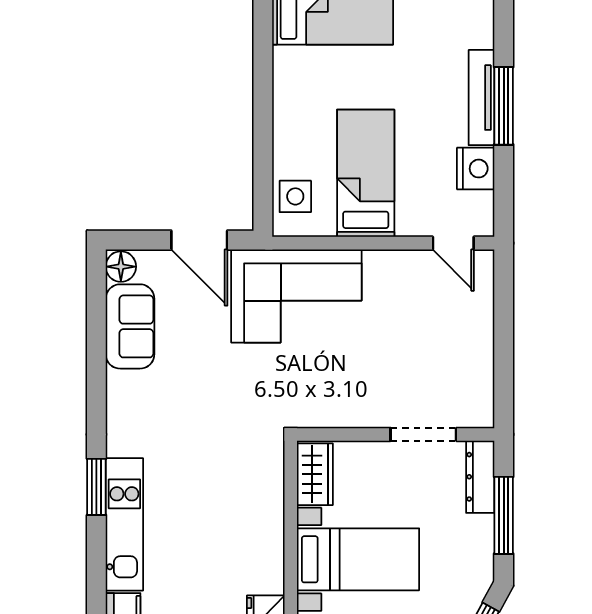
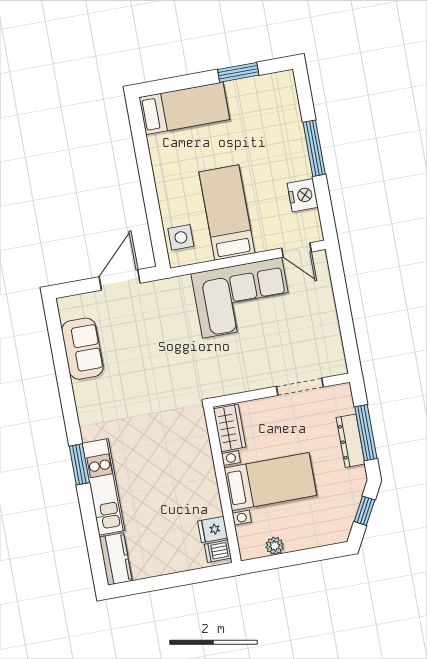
tv unit: (481, 98) -> (298, 145), removed
door: (199, 240) -> (120, 280), swing flipped
floor lamp: (121, 267) -> (69, 308), removed
corner sofa: (296, 296) -> (242, 298), moved
dresser: (480, 477) -> (351, 441), moved

